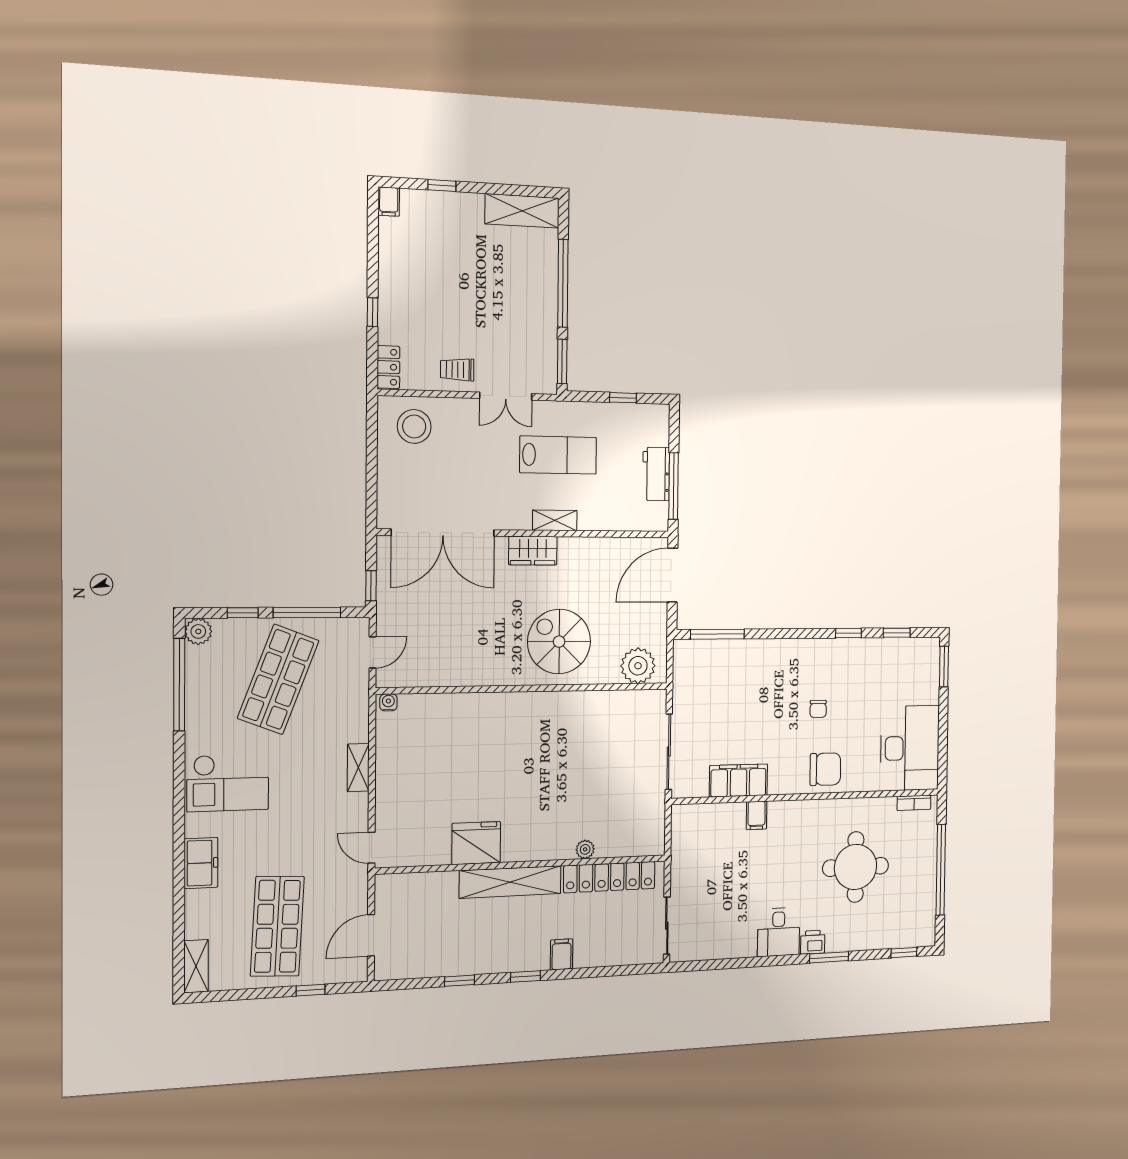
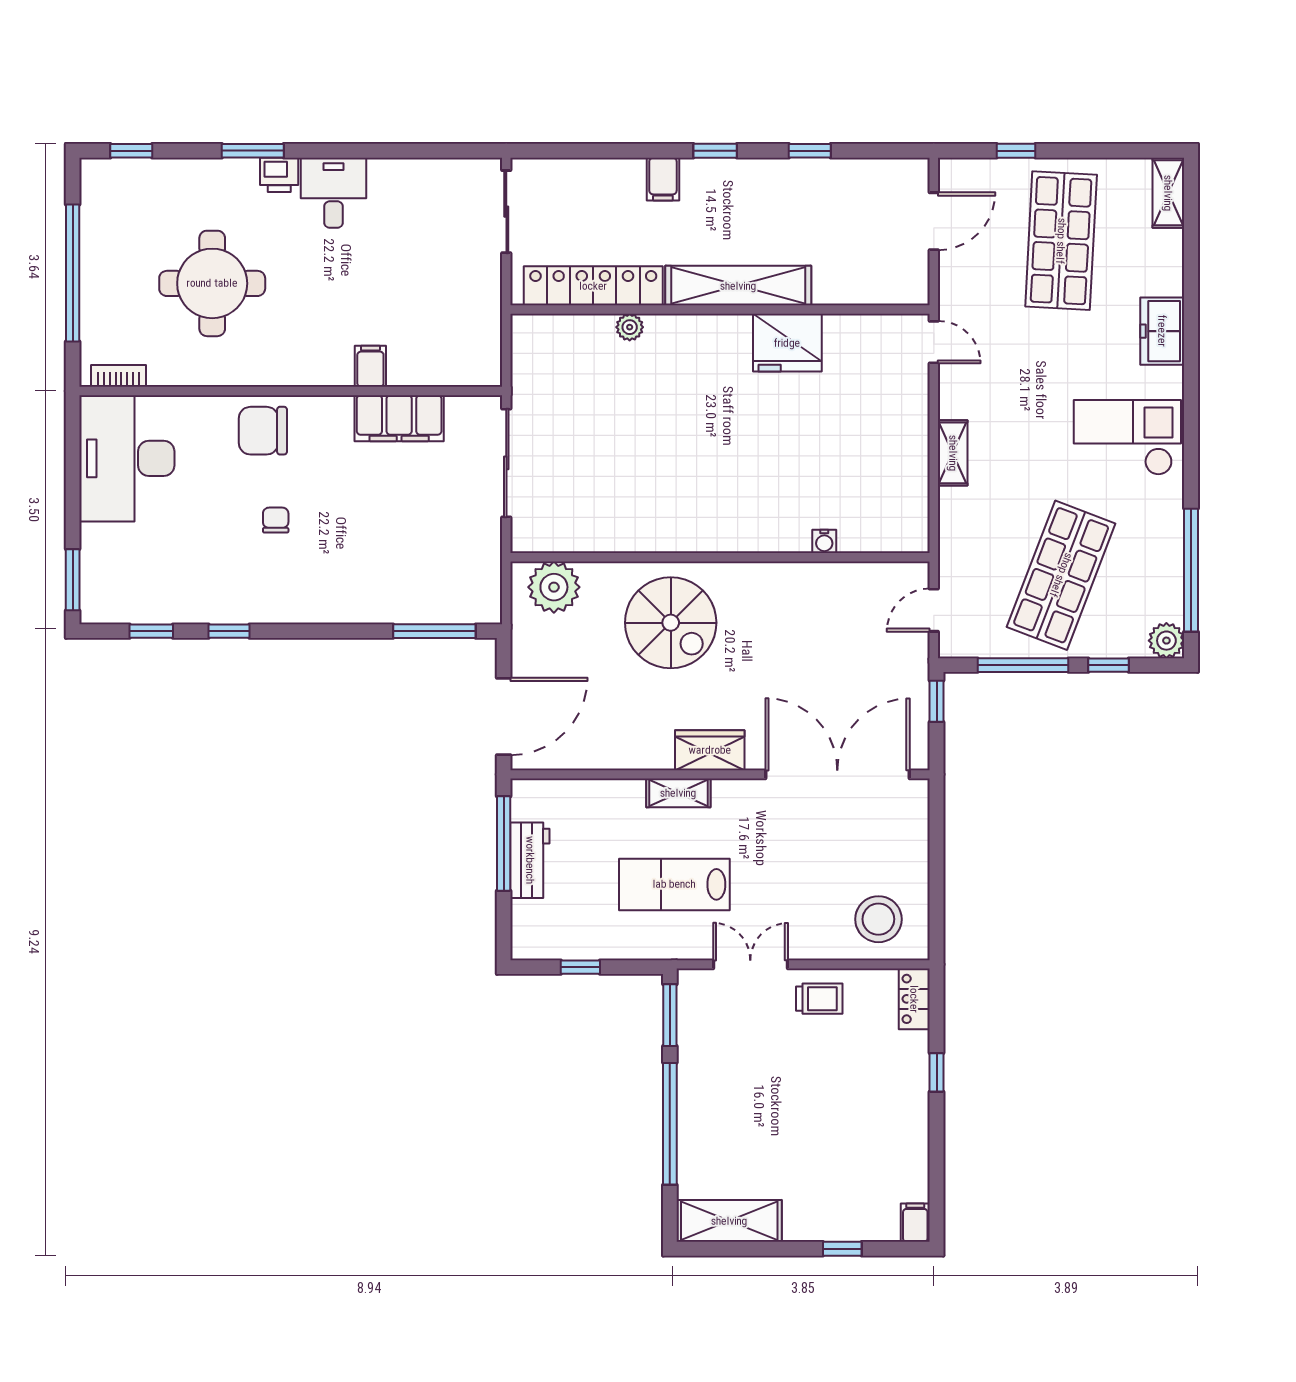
water cooler: (388, 702) -> (824, 541), moved

